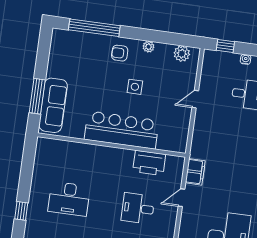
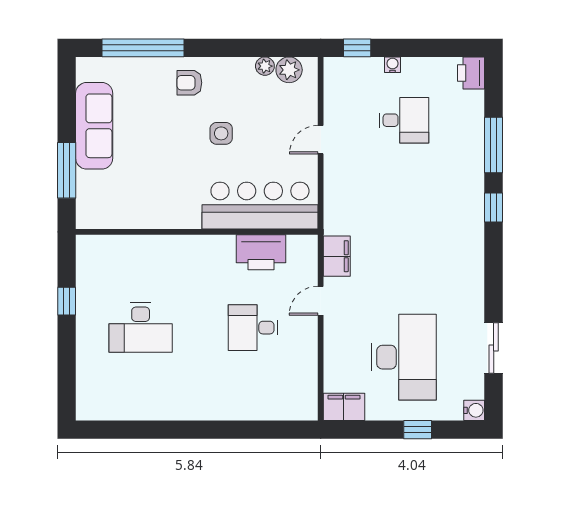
plant: (149, 47) -> (265, 66), moved
sofa: (53, 105) -> (94, 126), moved
bar counter: (122, 130) -> (260, 206), moved
window: (21, 211) -> (67, 301), moved

